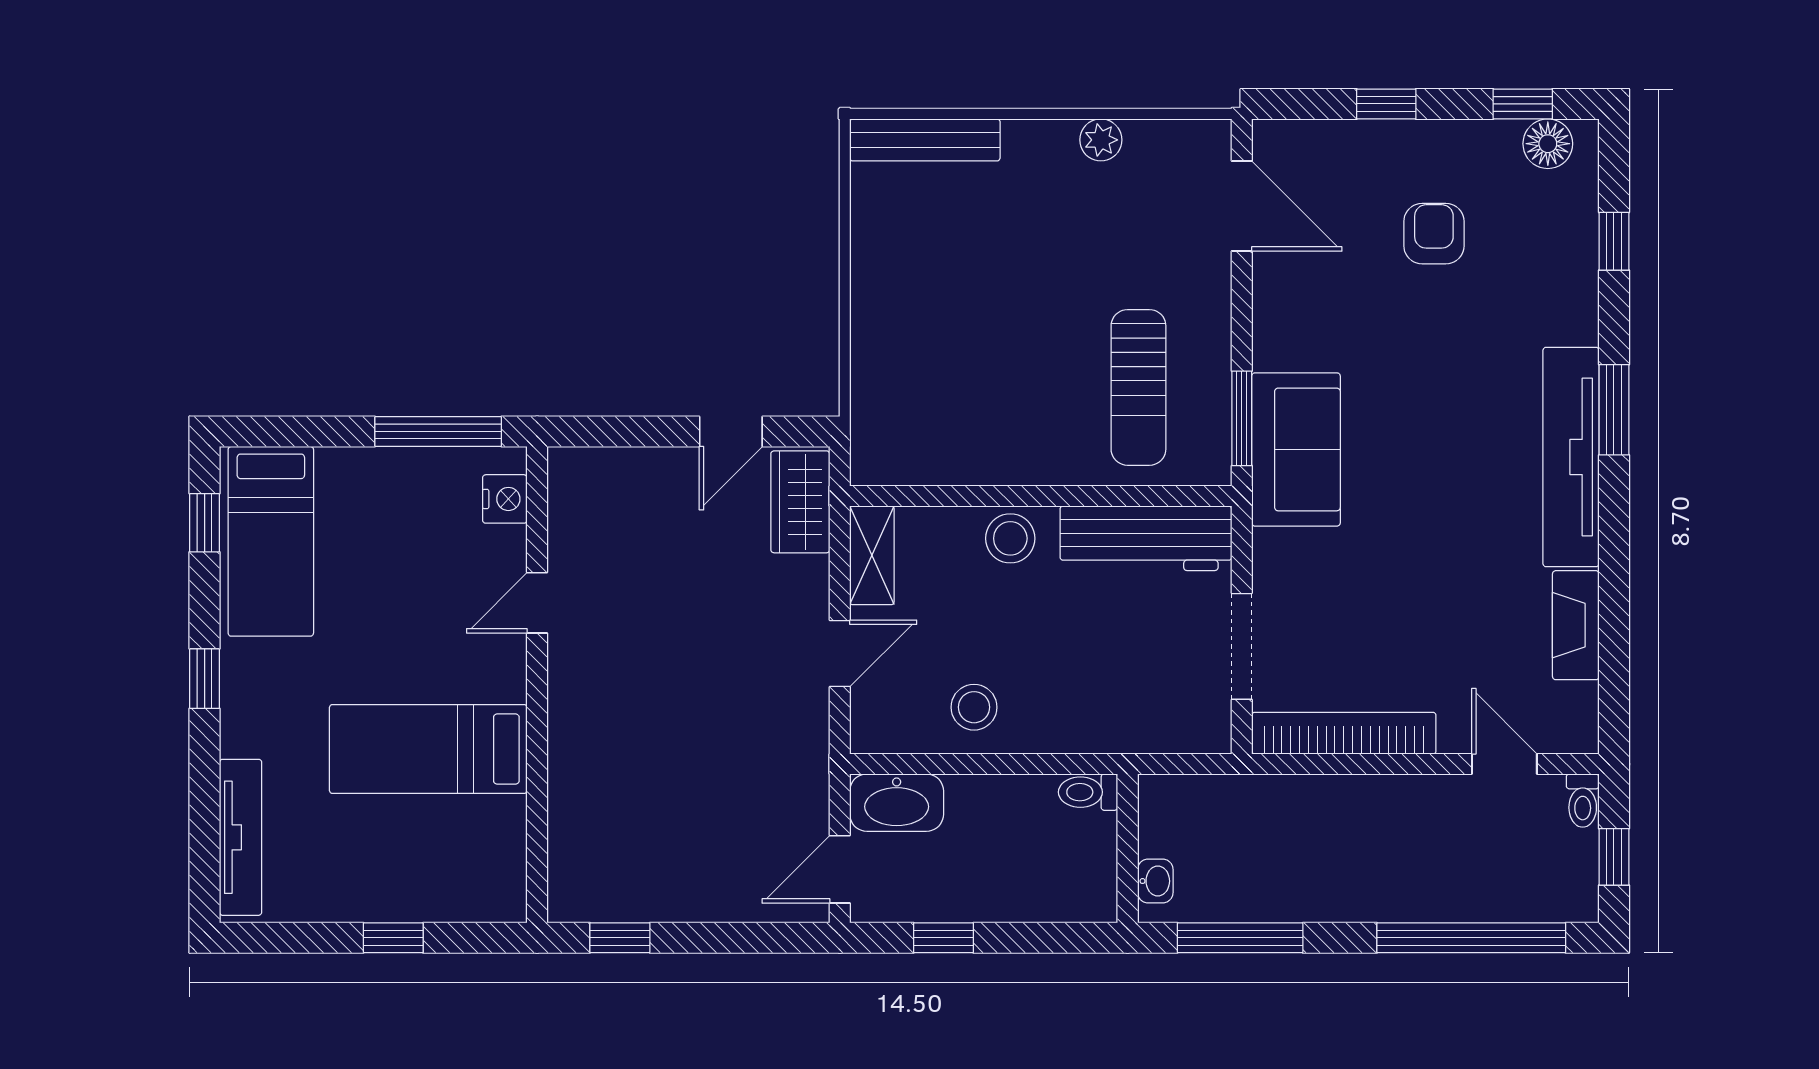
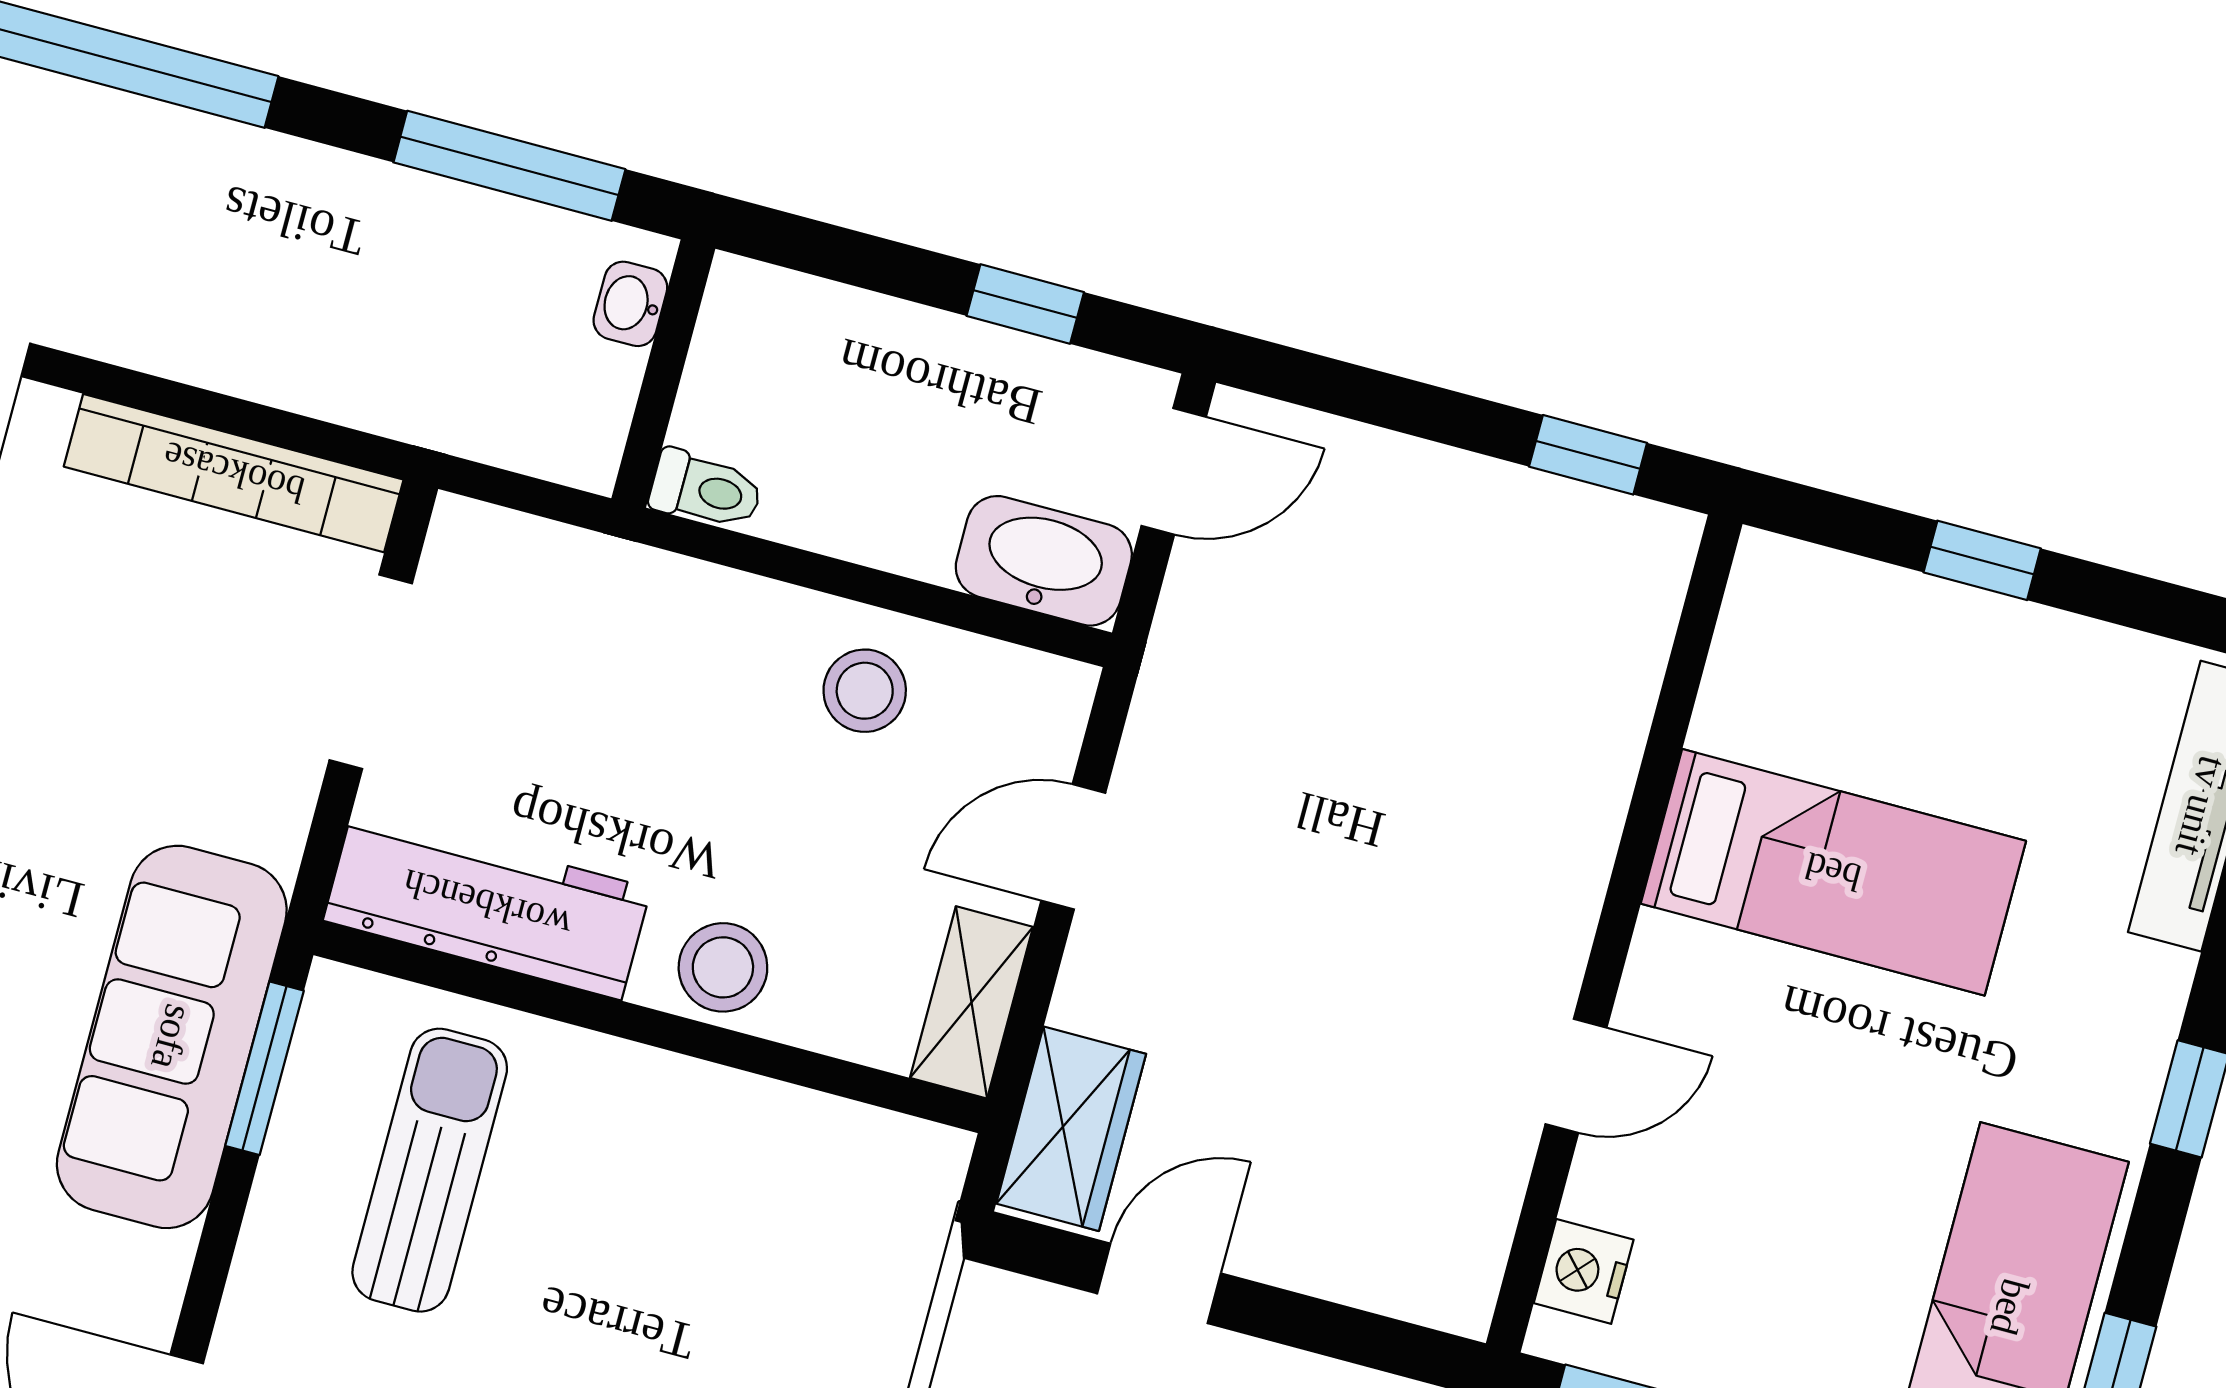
sofa: (1296, 449) -> (172, 1037), width x1.36

